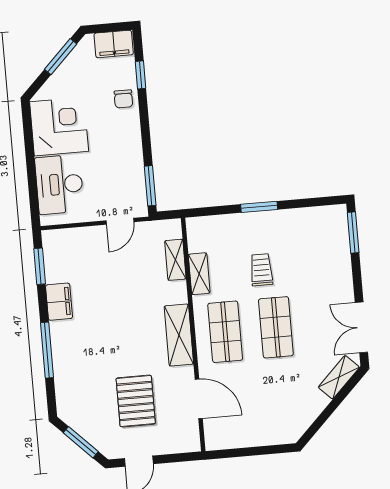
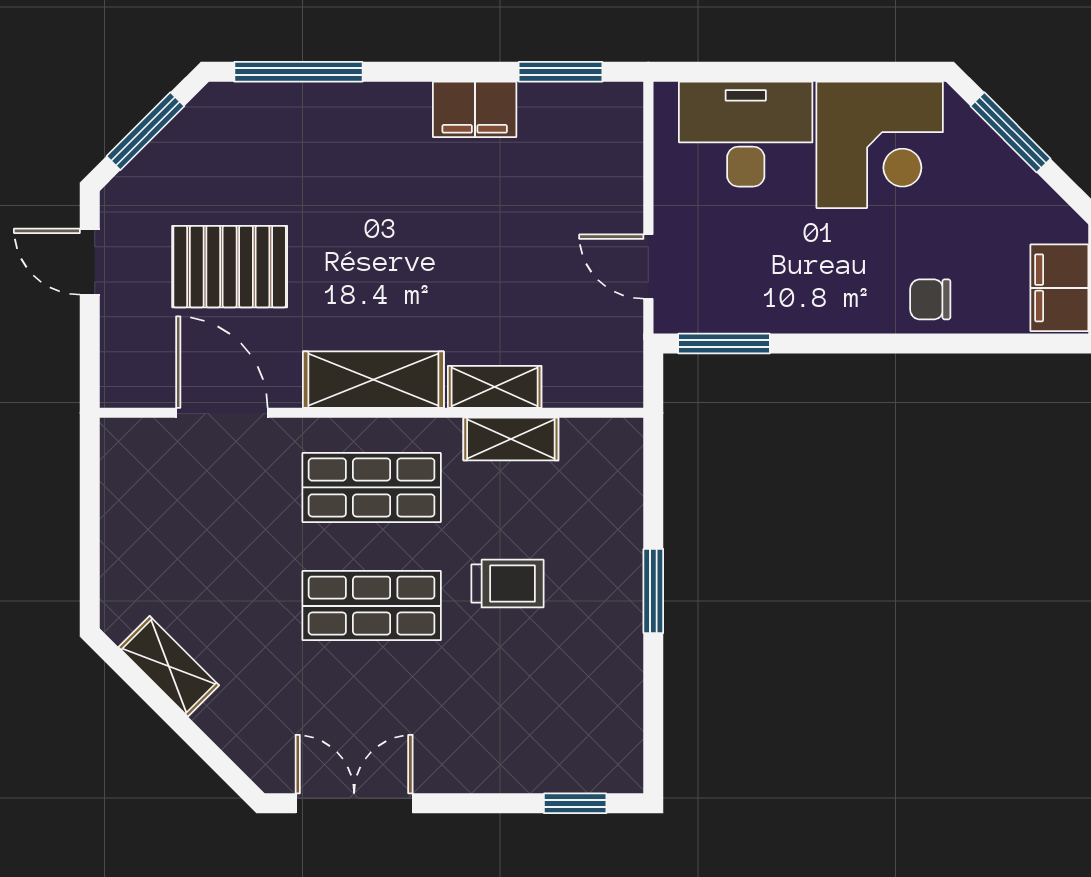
window: (61, 57) -> (1011, 132), moved
window: (140, 75) -> (983, 344), removed
window: (353, 232) -> (575, 803), width x0.67
shelving: (175, 260) -> (495, 387), moved
window: (47, 350) -> (298, 72), moved
shelving: (339, 377) -> (169, 666), moved
door: (199, 399) -> (222, 413), swing flipped

